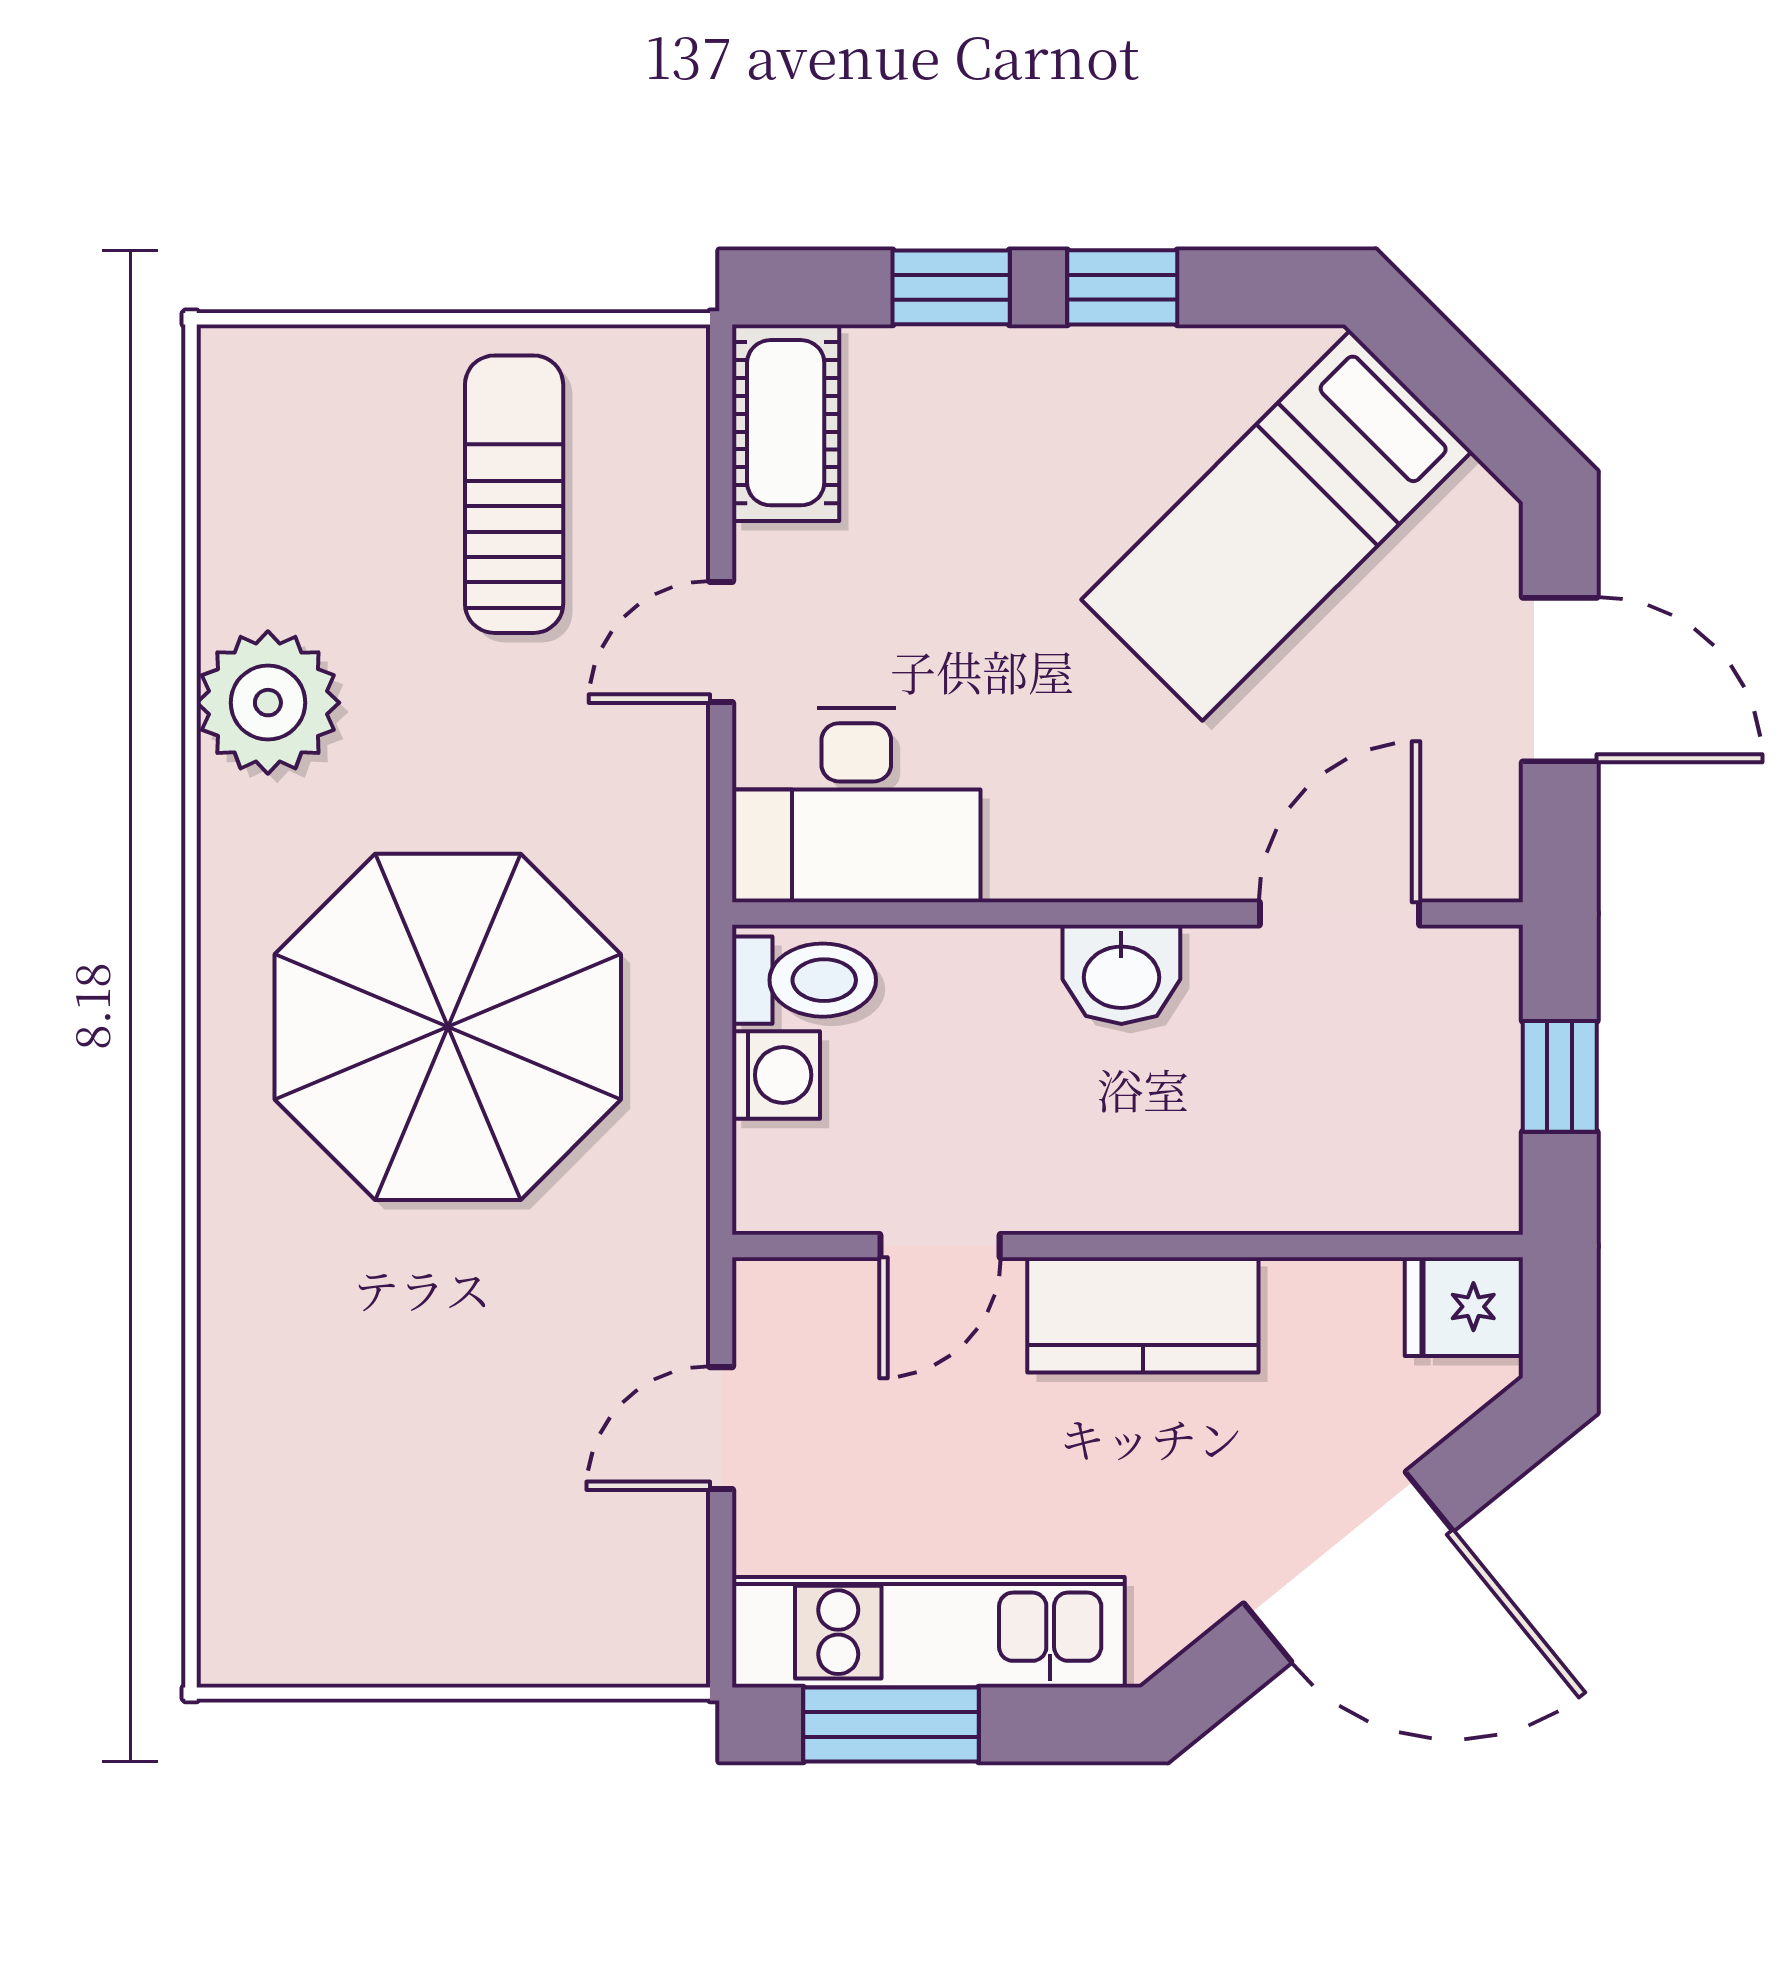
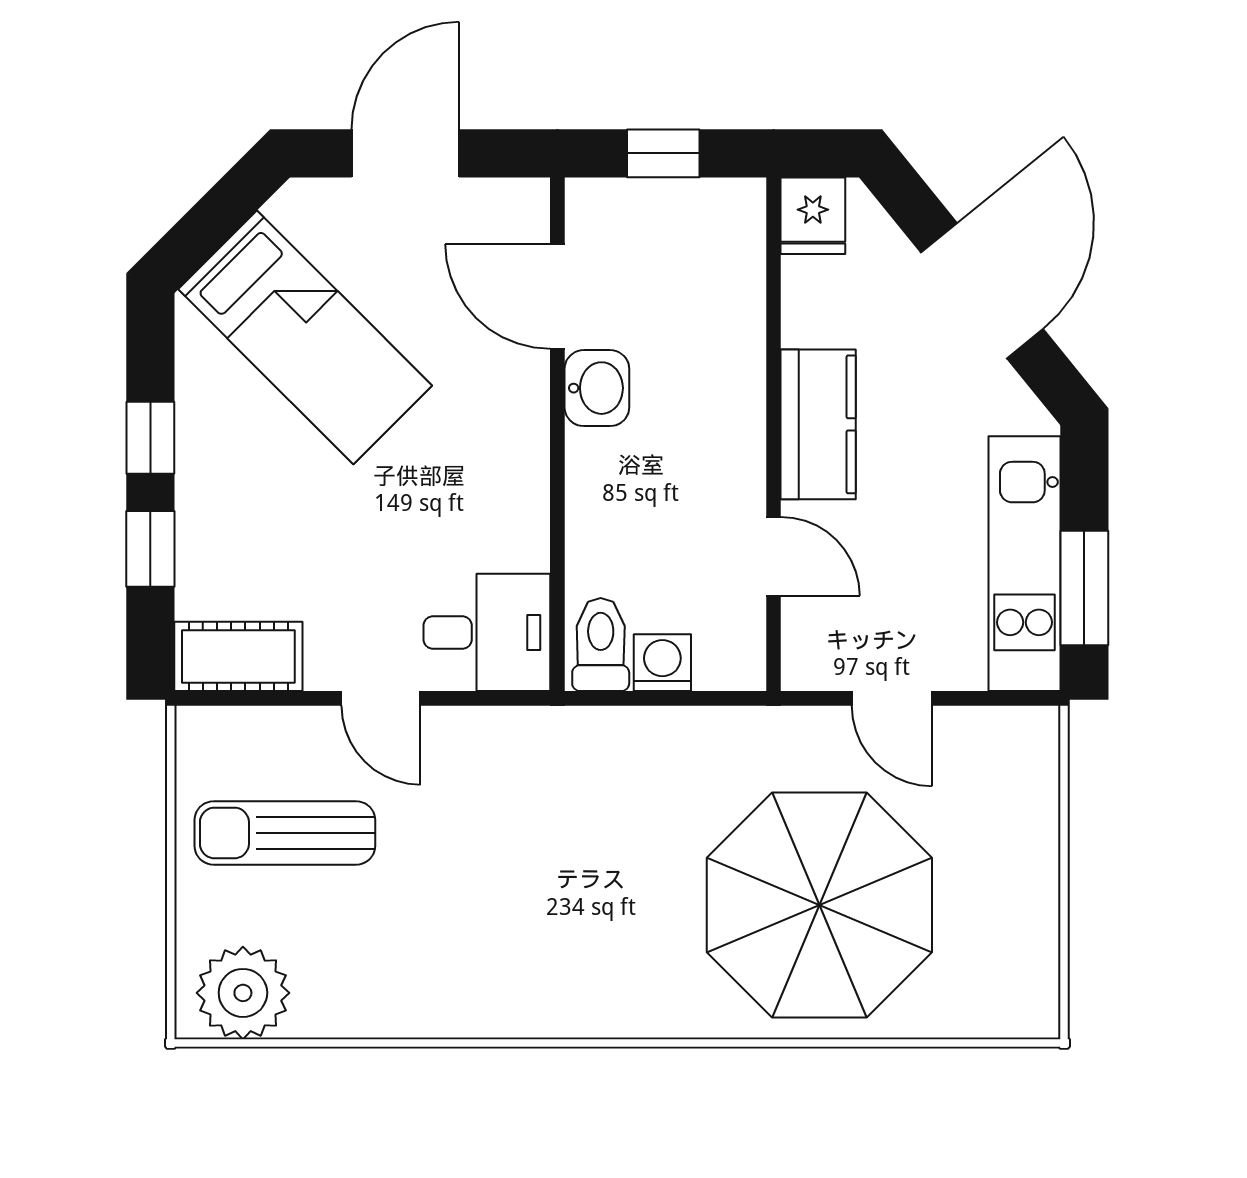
plant: (268, 703) -> (243, 993), moved
desk: (856, 805) -> (487, 632), width x0.73
washbasin: (1121, 974) -> (597, 388), moved
parasol: (448, 1027) -> (819, 905), moved

